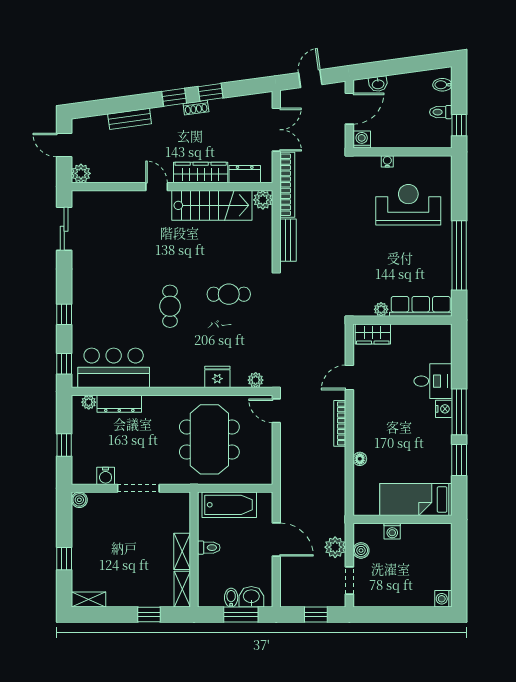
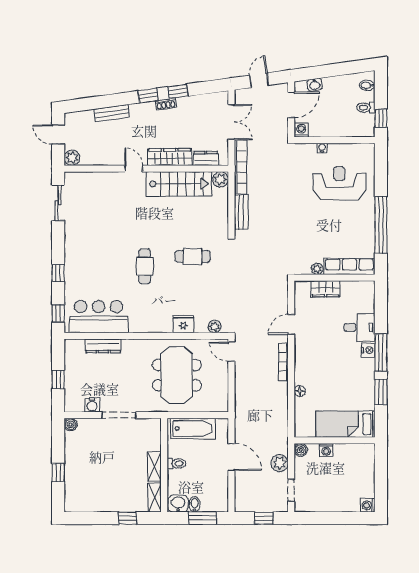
wardrobe: (373, 334) -> (325, 289), moved
plant: (89, 402) -> (78, 345), removed
boiler: (361, 550) -> (301, 450), moved
washbasin: (251, 597) -> (178, 504), moved
shelving: (89, 599) -> (78, 506), removed

